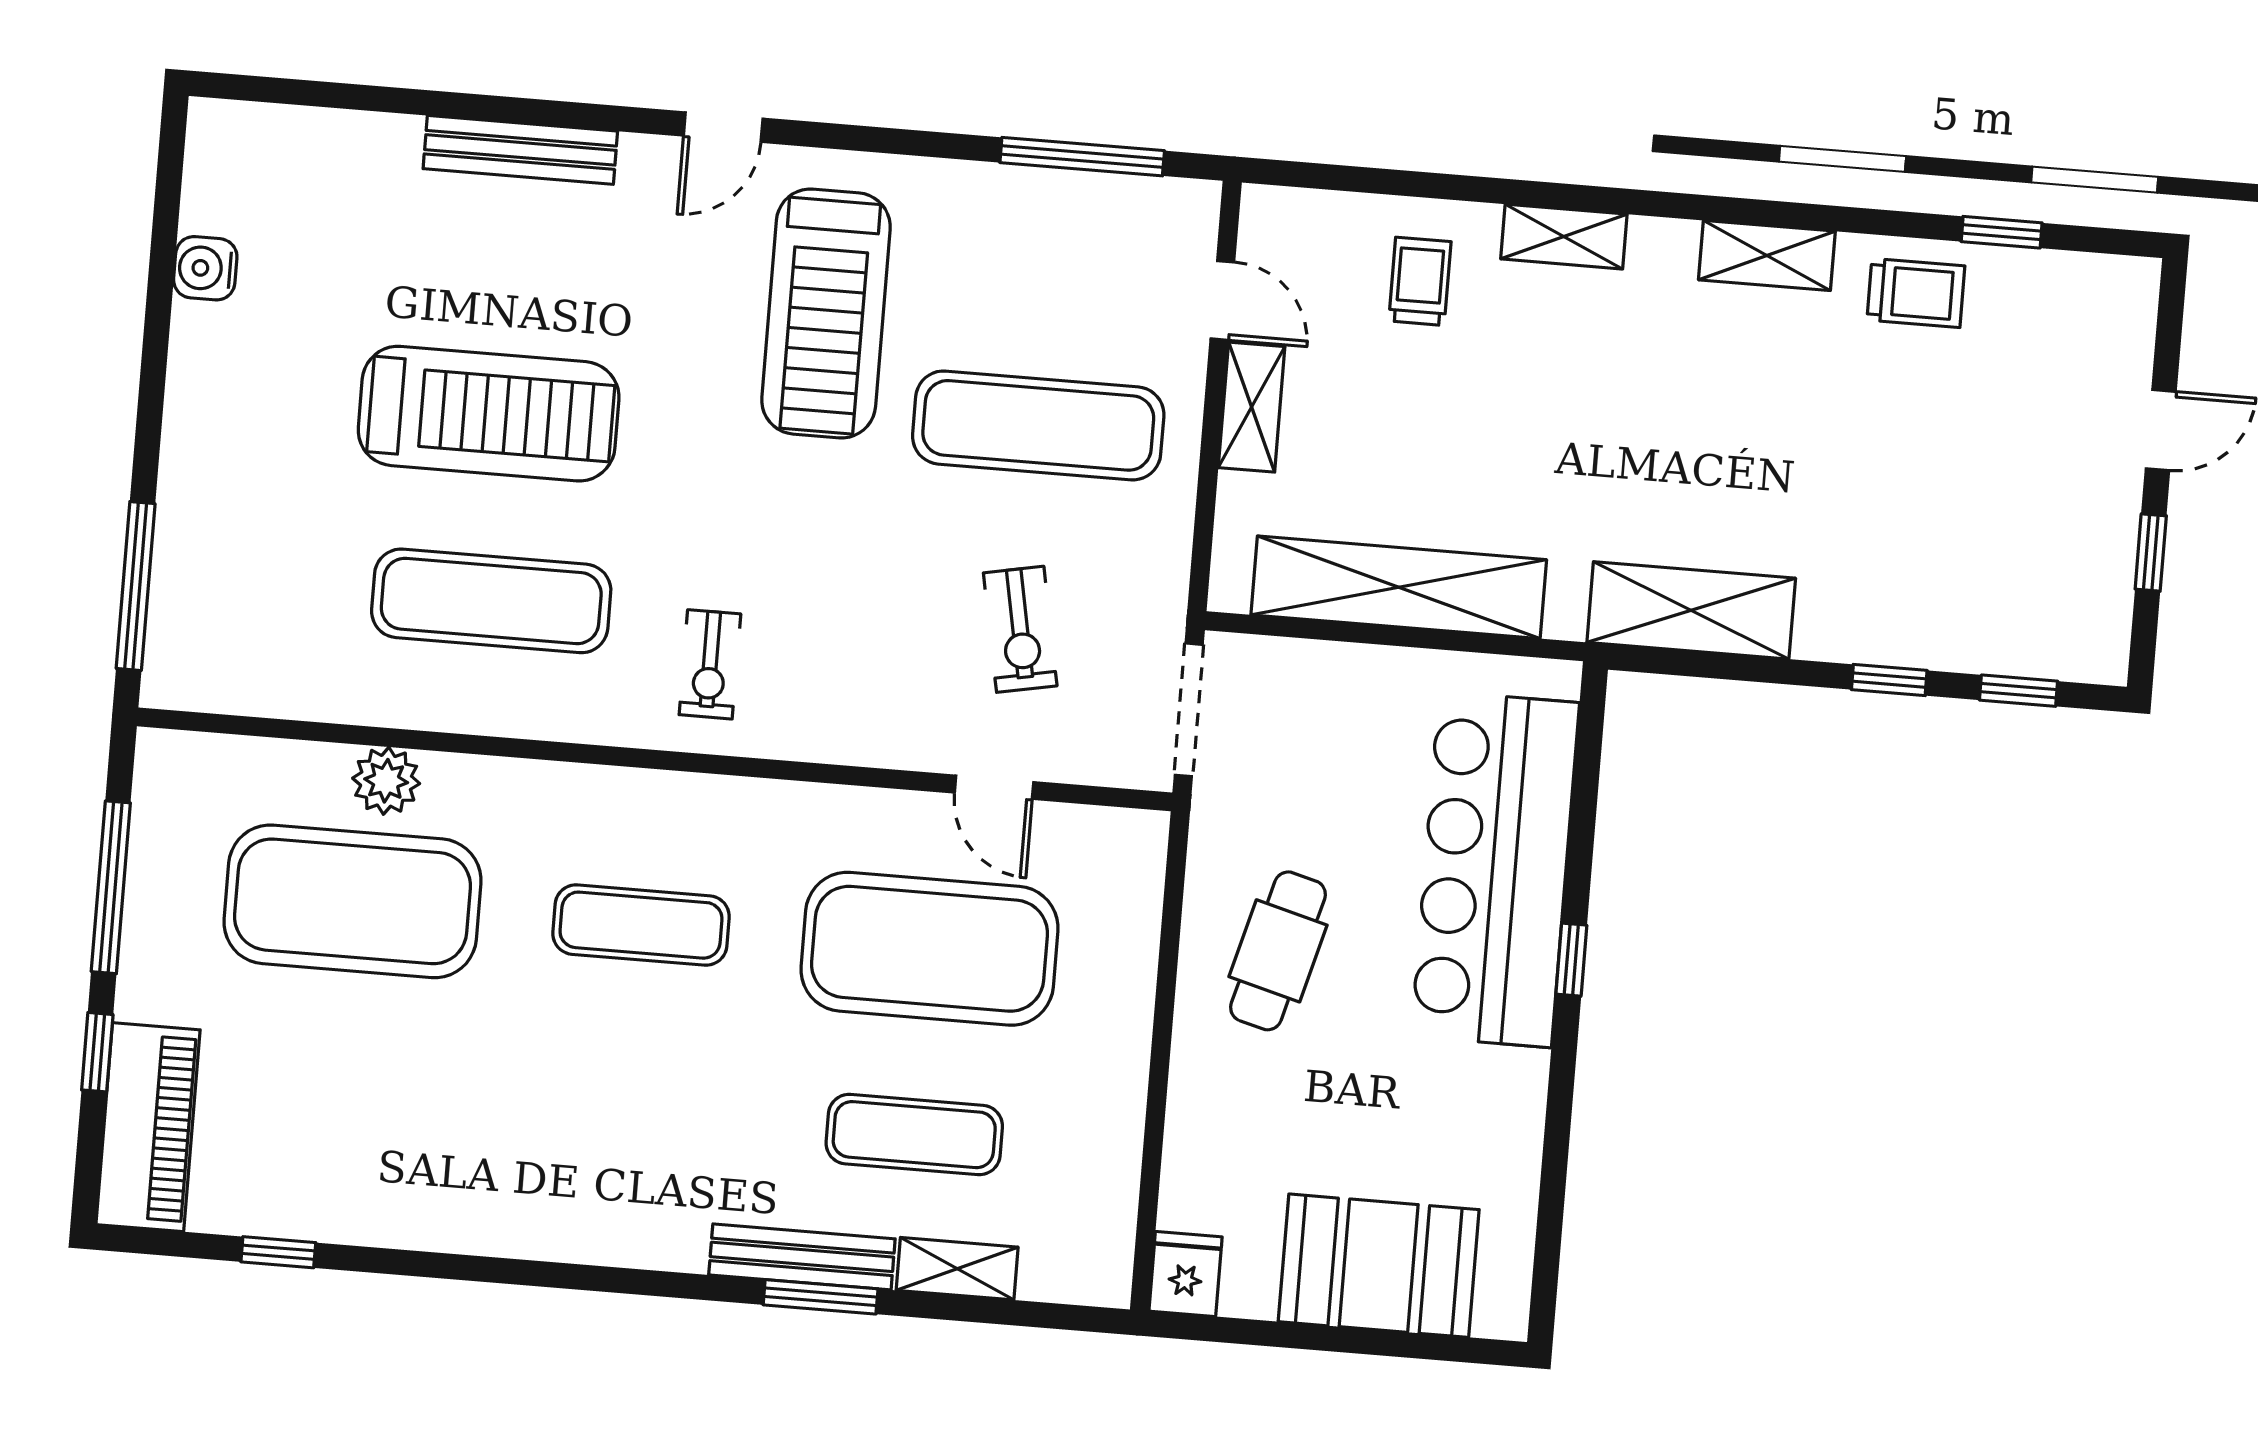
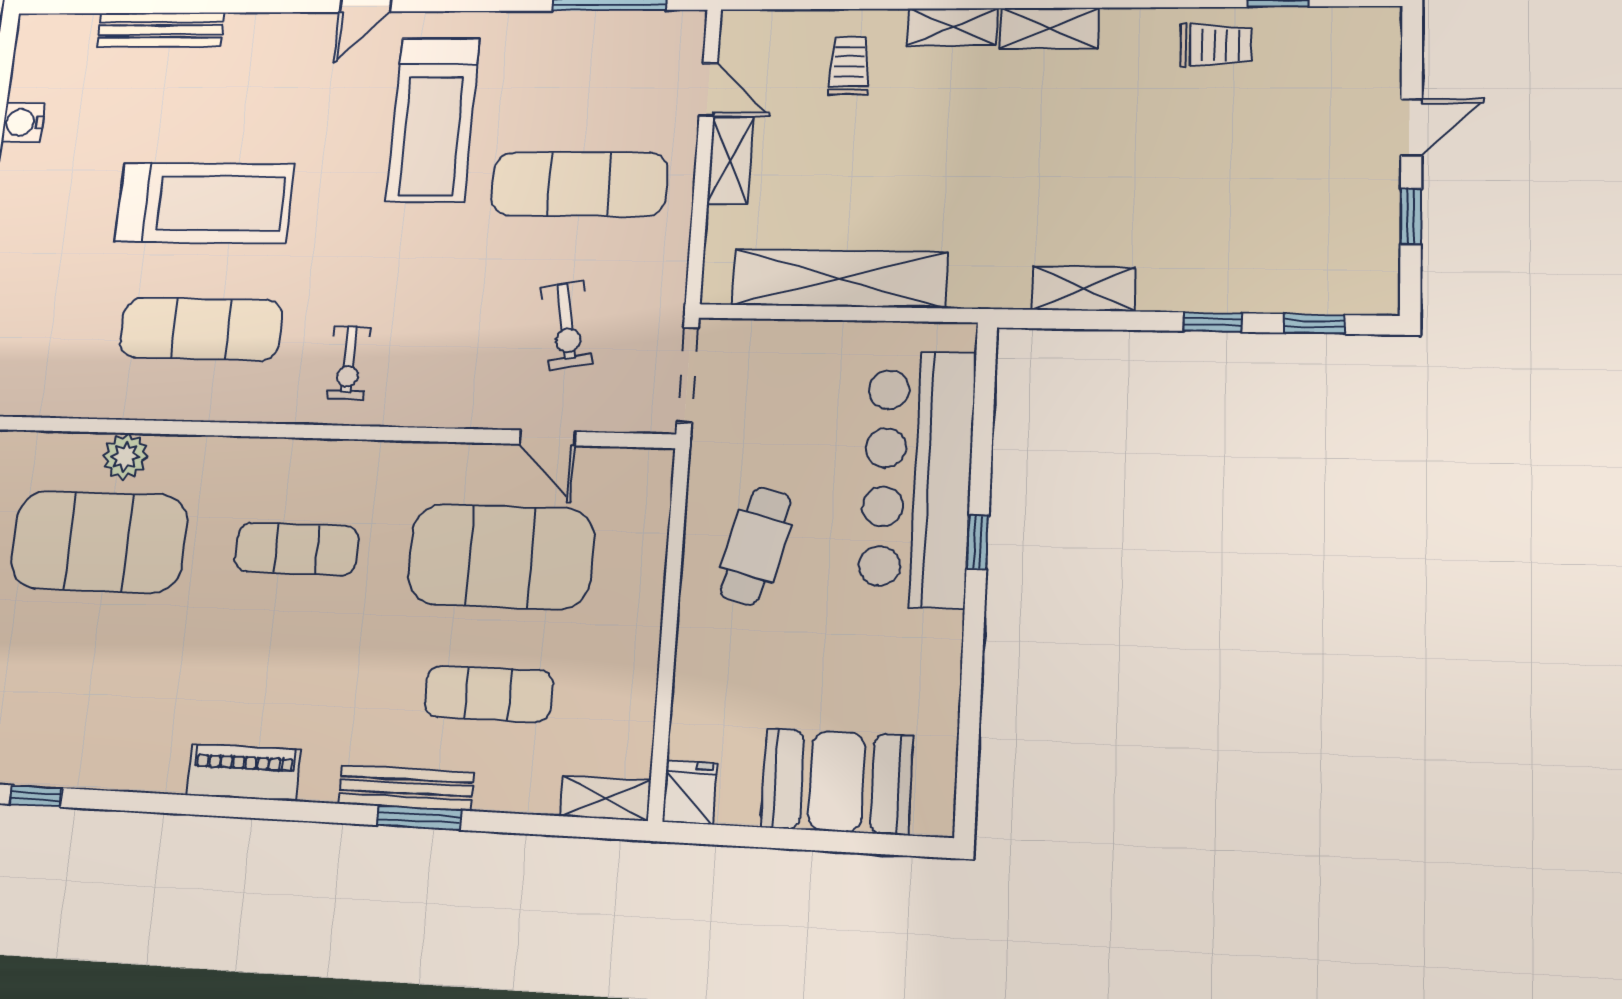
bench: (520, 150) -> (161, 30), moved
shelving: (1767, 255) -> (1050, 28), moved
shelving: (1691, 610) -> (1083, 289), width x0.67, depth x0.75
piano: (575, 1229) -> (244, 772), added
shelving: (957, 1269) -> (605, 798), moved

